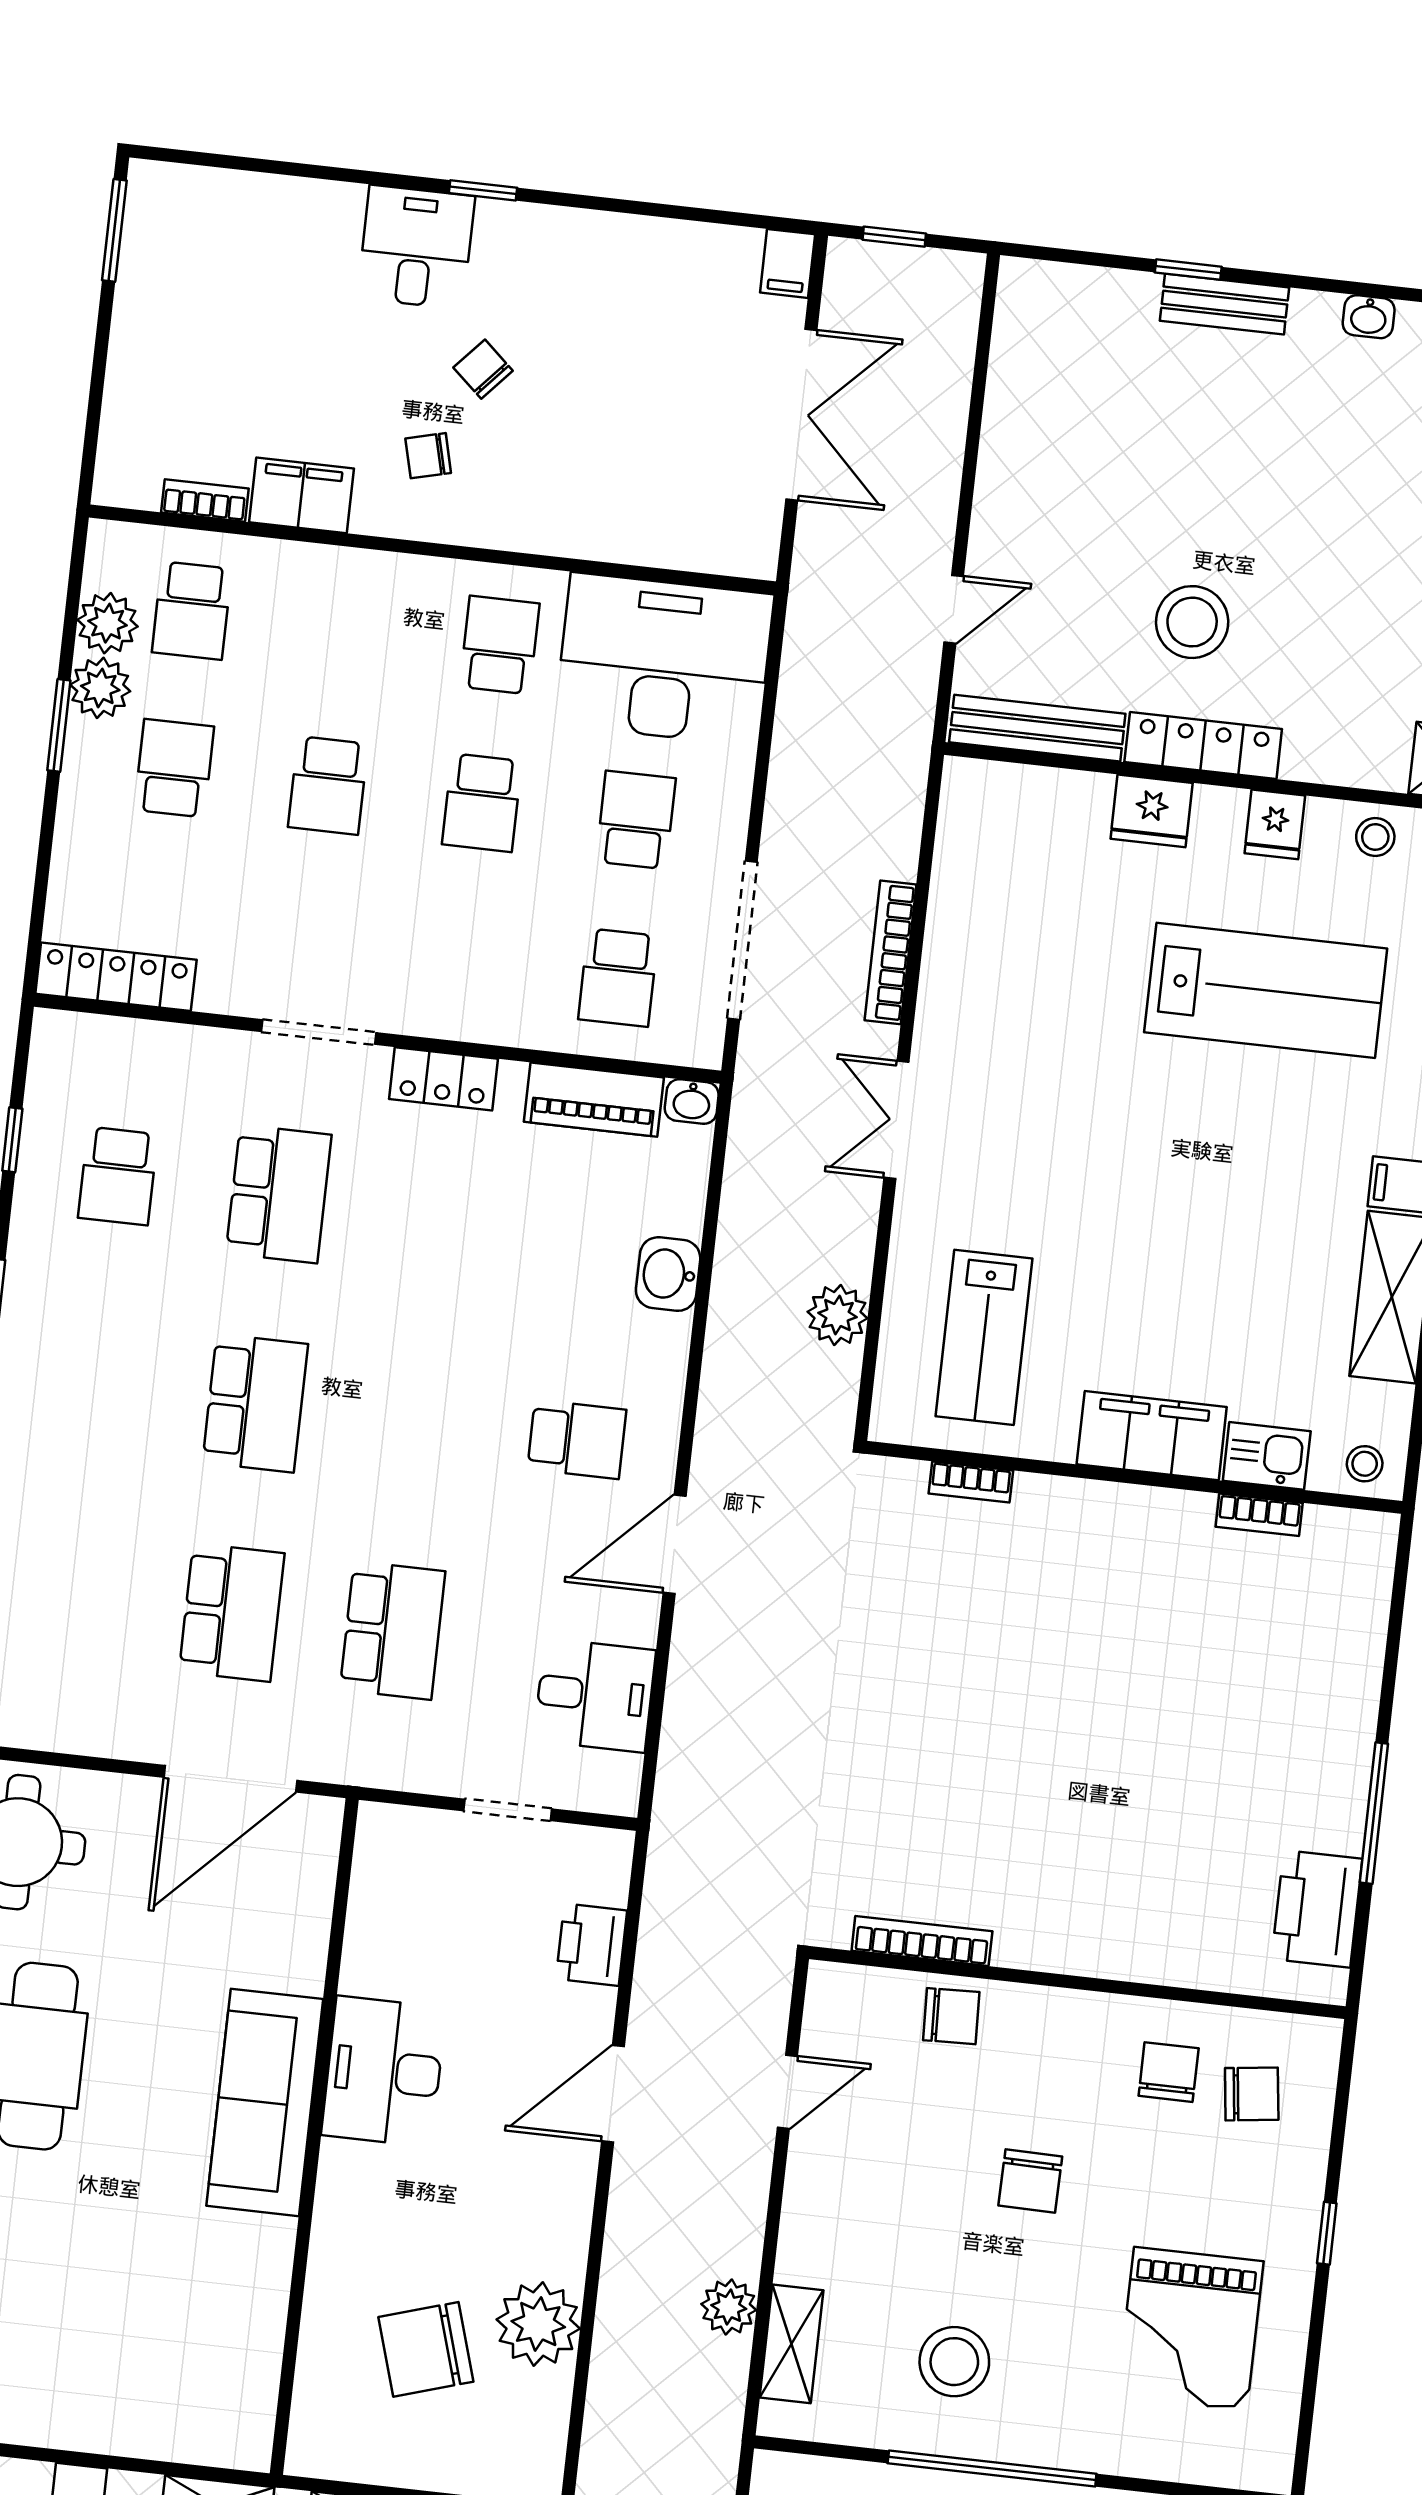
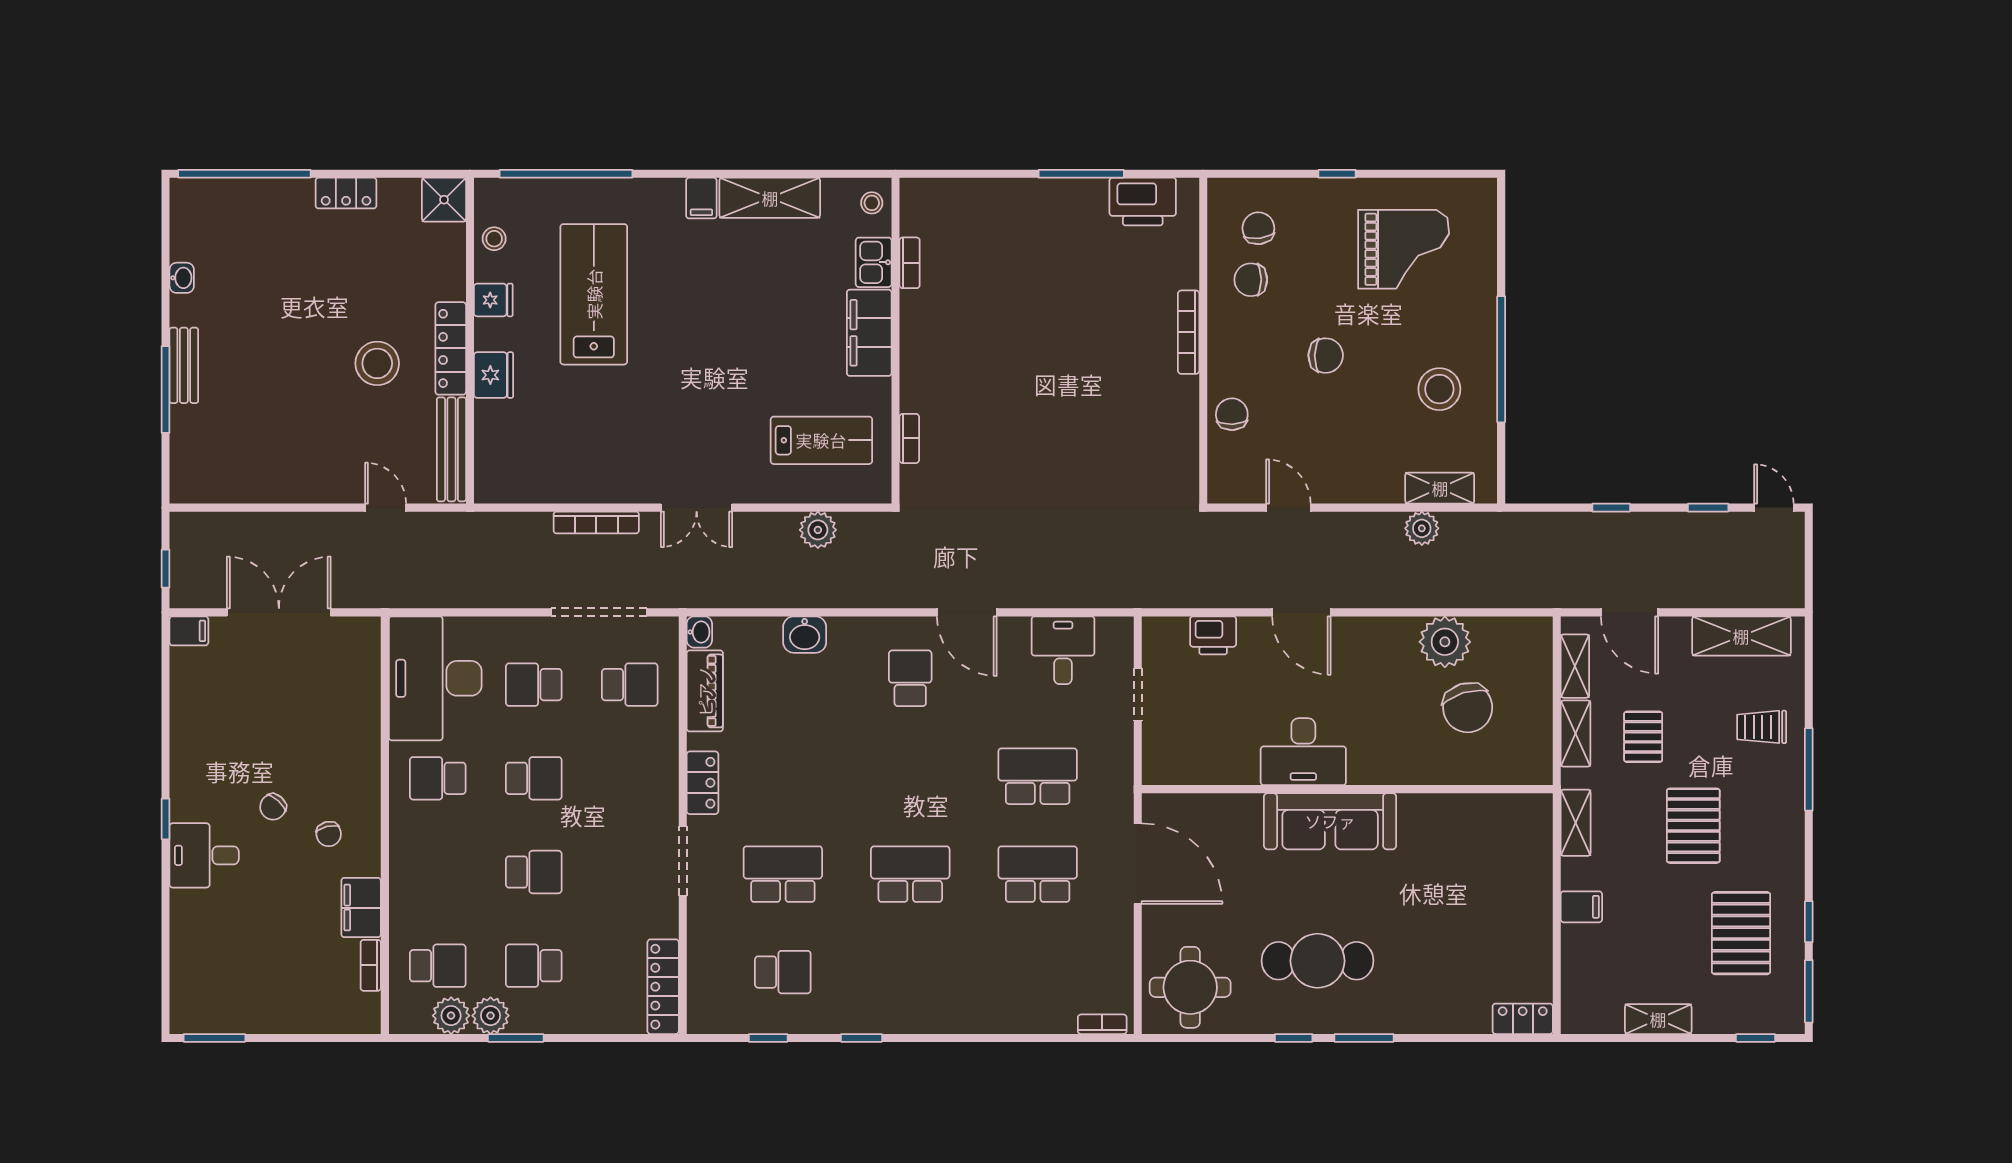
window: (1188, 270) -> (165, 390), width x2.17
bookcase: (922, 1941) -> (1189, 332), moved

